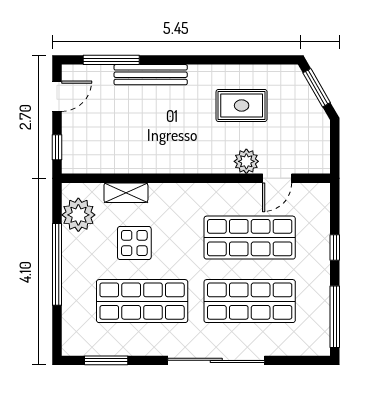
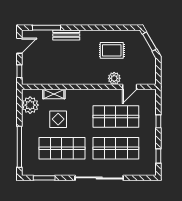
bench: (151, 75) -> (66, 35), width x0.73
window: (57, 264) -> (19, 147), moved
window: (335, 317) -> (158, 156), width x0.46

